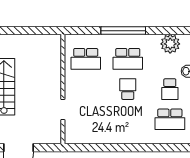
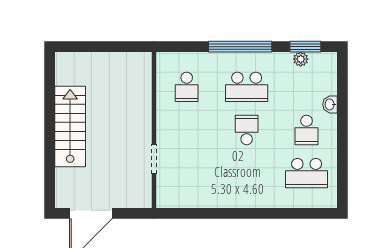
window: (169, 31) -> (305, 47), added
plant: (170, 44) -> (301, 59), width x0.53, depth x0.53
school desk: (86, 59) -> (187, 87), width x0.54

